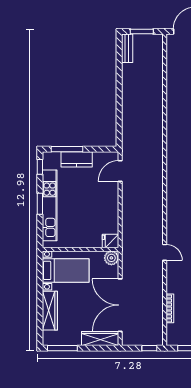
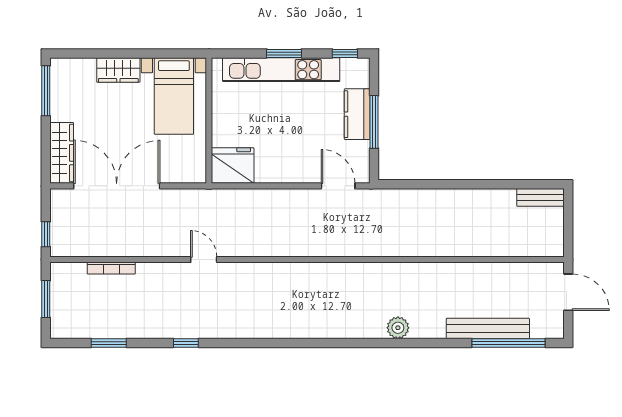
window: (142, 31) -> (568, 222), removed
window: (67, 149) -> (374, 122), moved
fridge: (110, 241) -> (233, 166), width x1.88, depth x1.34
door: (165, 252) -> (204, 260), swing flipped
plant: (111, 258) -> (195, 172), removed
wardrobe: (50, 311) -> (118, 70), width x0.67

